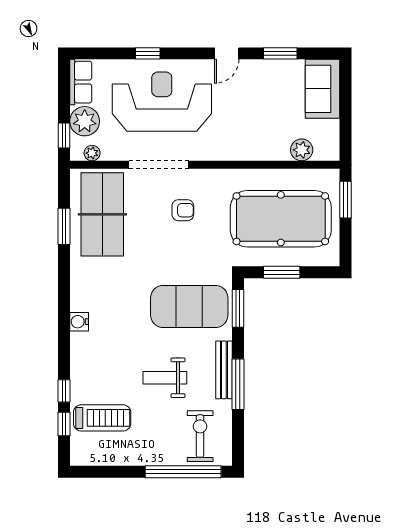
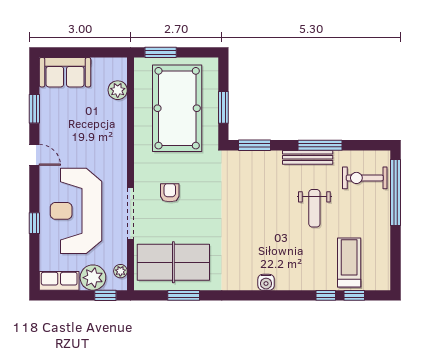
exercise mat: (189, 306) -> (253, 187), removed

